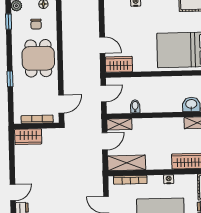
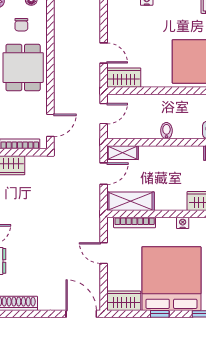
bidet: (135, 106) -> (166, 131), moved

